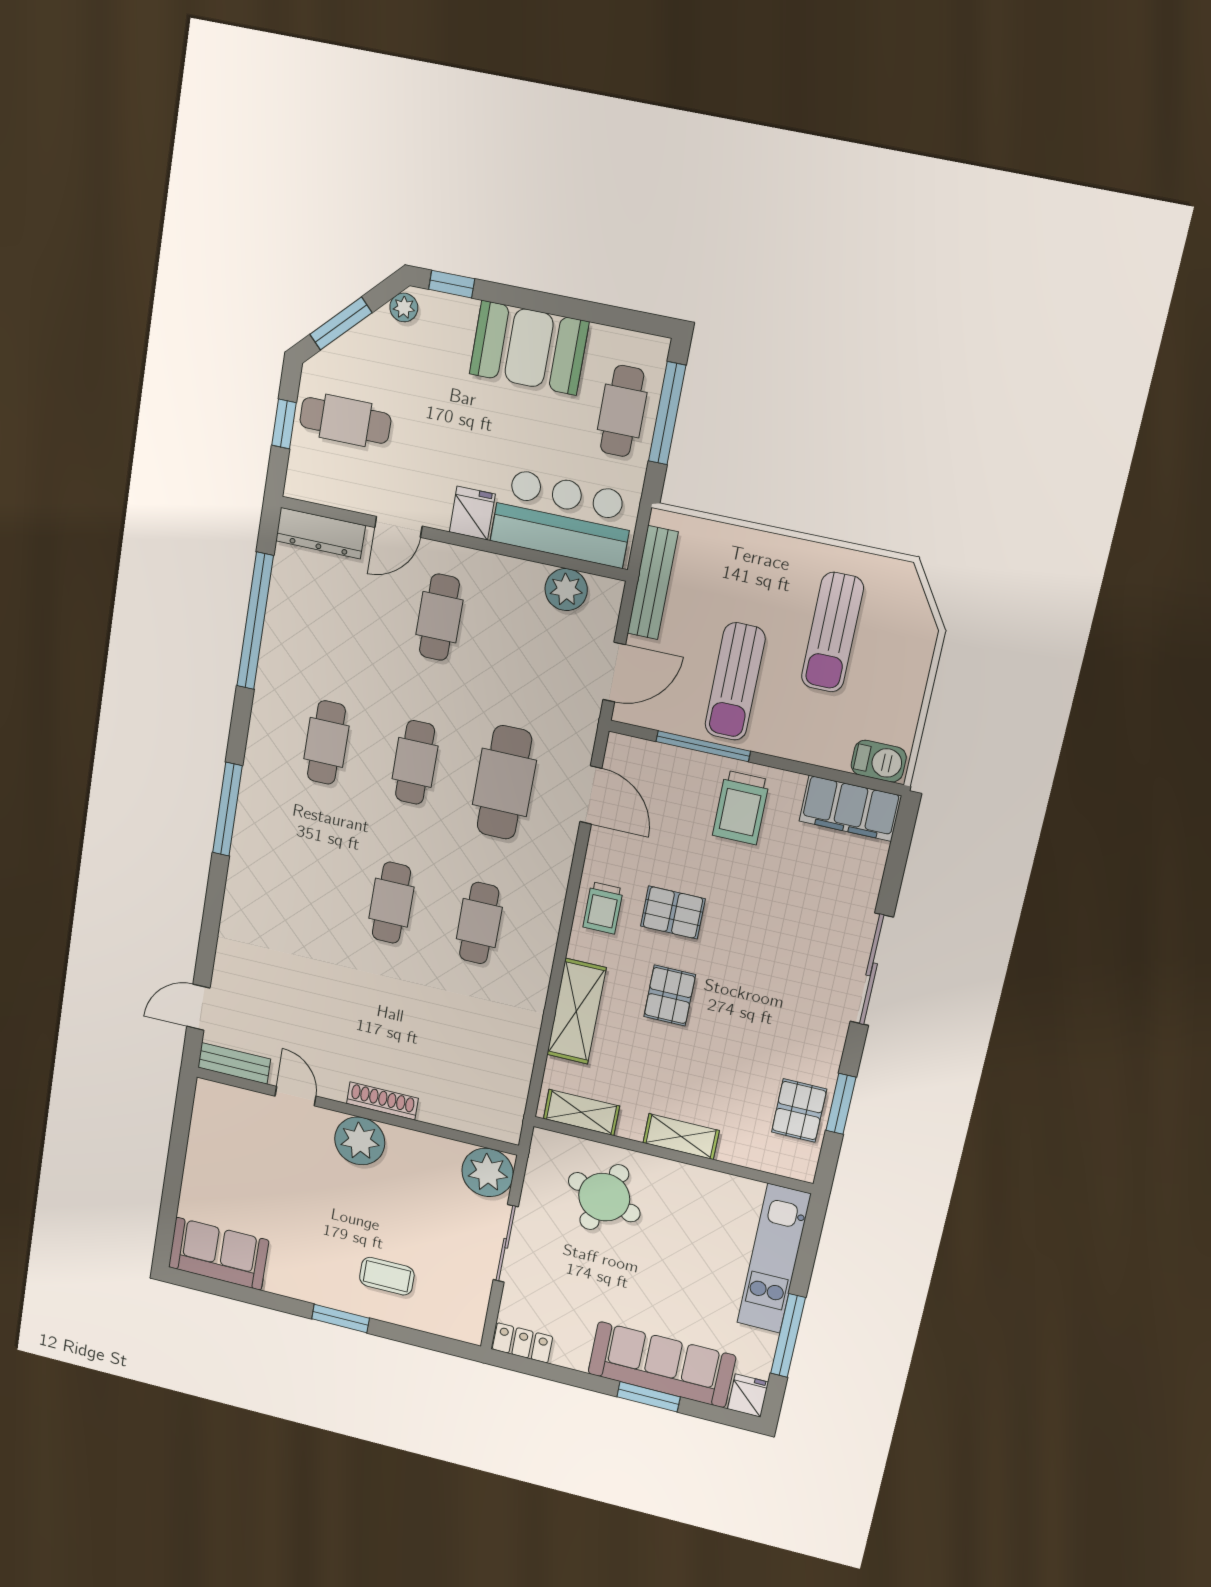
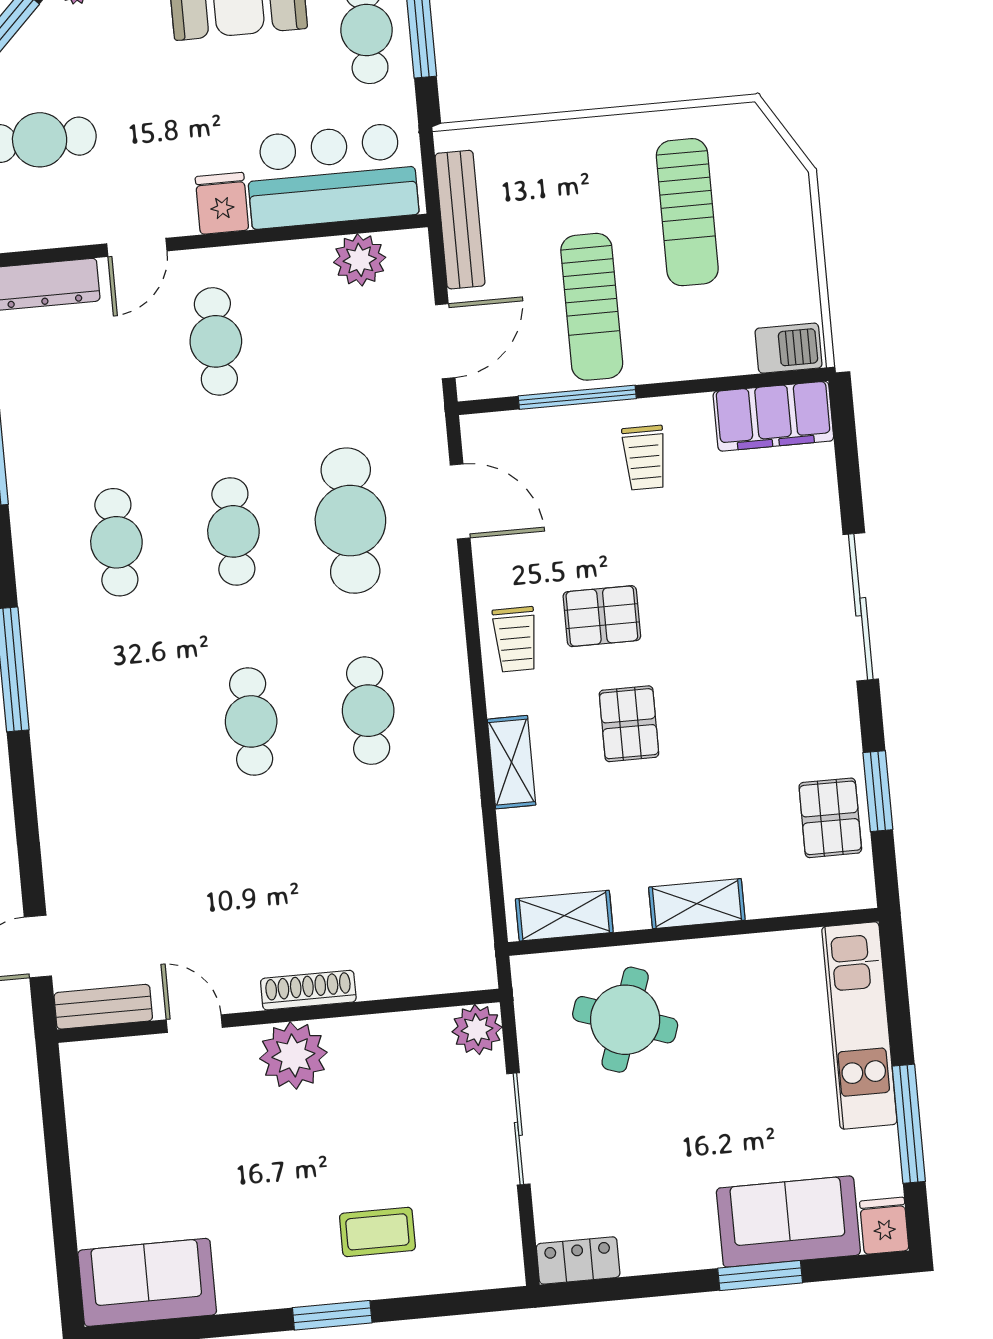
trolley: (741, 808) -> (645, 458), width x0.73, depth x0.72
shelving: (576, 1011) -> (512, 762), width x0.67, depth x0.75
plant: (488, 1172) -> (477, 1030), width x0.73, depth x0.73
sofa: (662, 1365) -> (788, 1222), width x0.73

